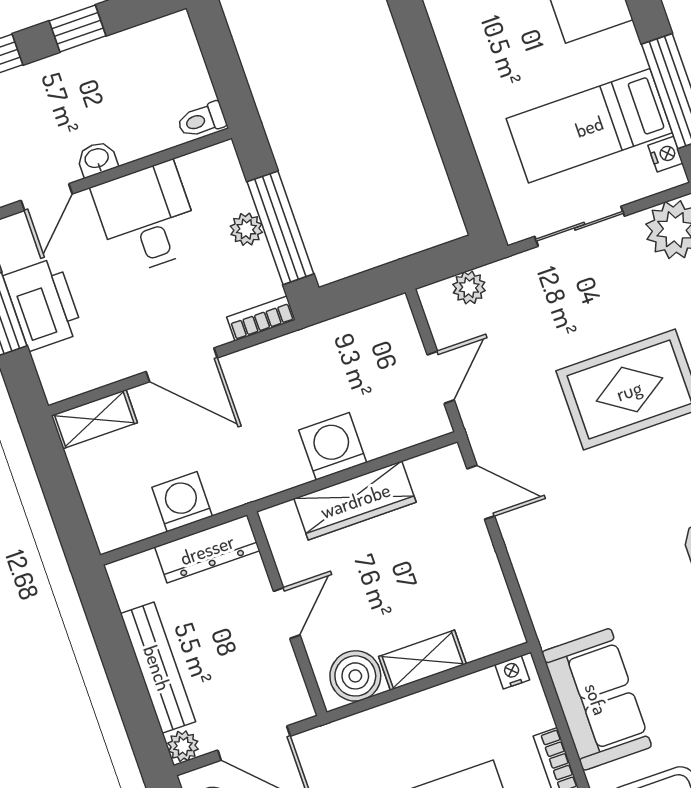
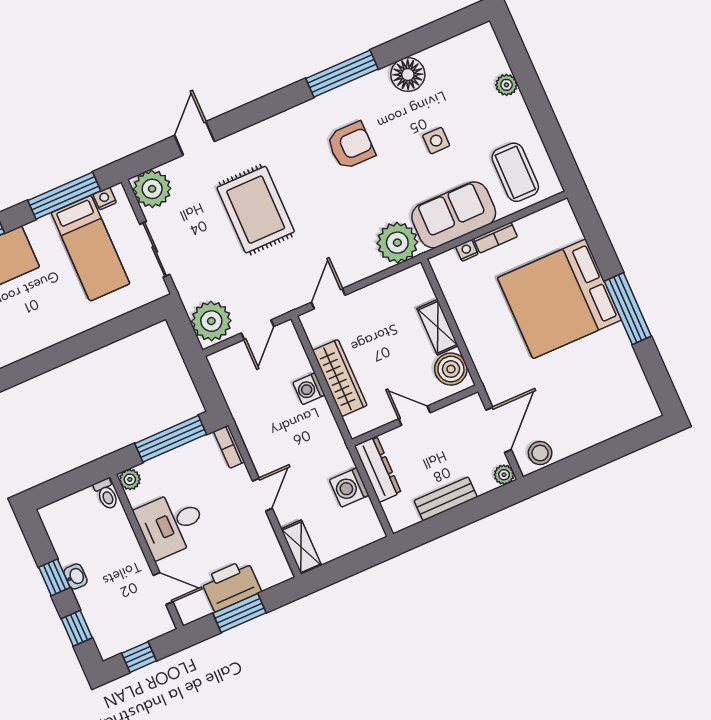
washbasin: (97, 159) -> (75, 577), moved, turned 180
plant: (246, 229) -> (130, 479), moved
plant: (469, 288) -> (211, 321), width x1.88, depth x1.88
door: (182, 365) -> (262, 495), width x0.73
door: (441, 377) -> (257, 330), swing flipped
washing machine: (333, 446) -> (309, 389), width x0.73, depth x0.73
plant: (560, 608) -> (397, 243), added
bench: (158, 668) -> (446, 499), width x0.73
nightstand: (512, 672) -> (467, 250), moved, turned 90

